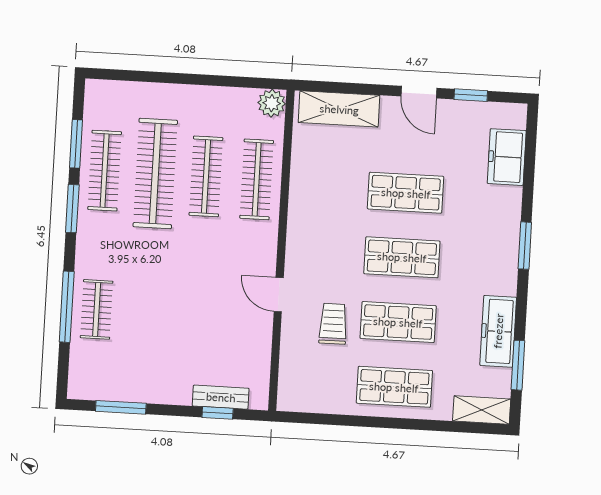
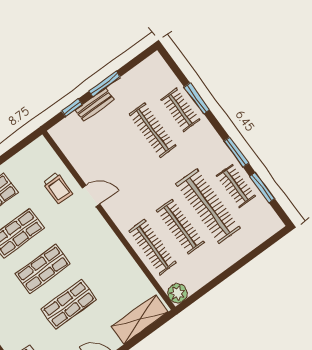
clothes rail: (105, 171) -> (236, 186), width x0.73
window: (67, 307) -> (197, 98), width x0.69
clothes rail: (147, 312) -> (152, 130), added
trolley: (333, 324) -> (58, 188), moved
bench: (221, 397) -> (95, 105), moved
window: (121, 407) -> (105, 84), moved

